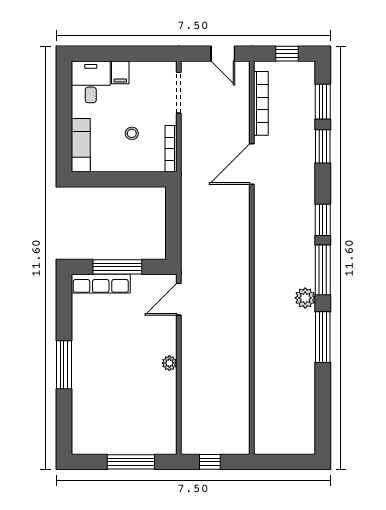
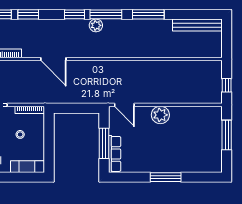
door: (252, 164) -> (53, 59), moved
plant: (305, 298) -> (96, 25), moved
plant: (169, 363) -> (160, 115), width x1.88, depth x1.88
bench: (306, 415) -> (197, 25), added

